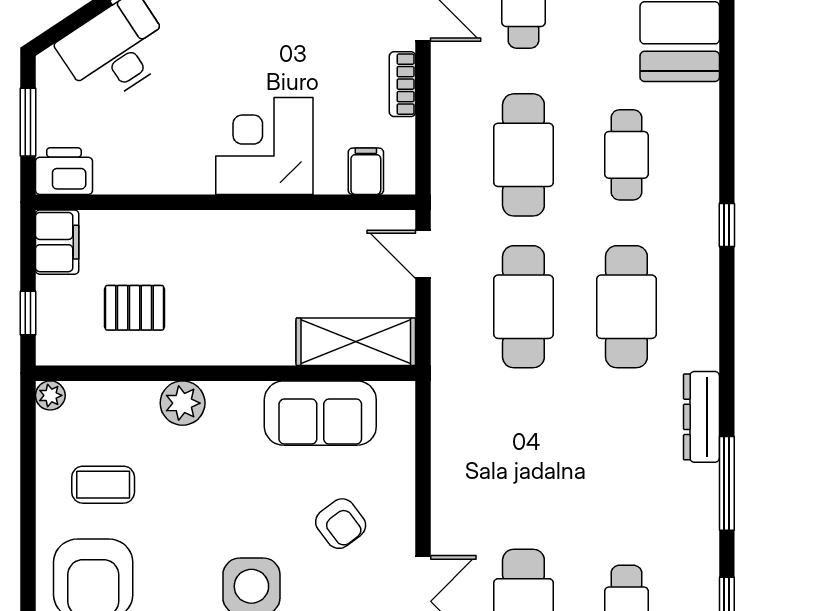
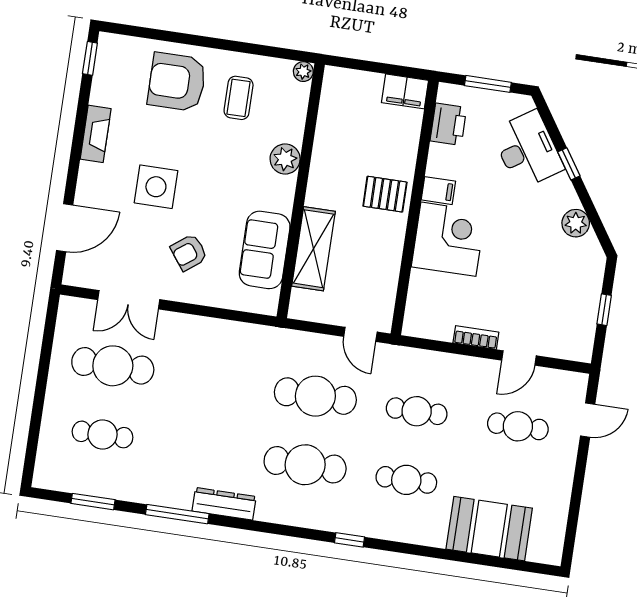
cafe table: (523, 155) -> (417, 411), width x0.73, depth x0.74
printer: (64, 171) -> (448, 124), moved
filing cabinet: (366, 171) -> (438, 191), moved
door: (423, 254) -> (360, 334), swing flipped
pallet: (135, 308) -> (385, 194), moved, turned 90
window: (28, 313) -> (360, 65), removed
shelving: (356, 342) -> (313, 249), moved

